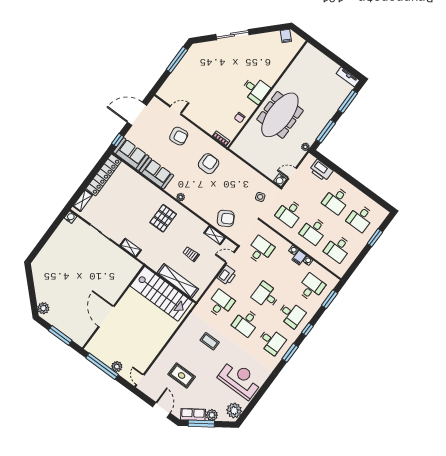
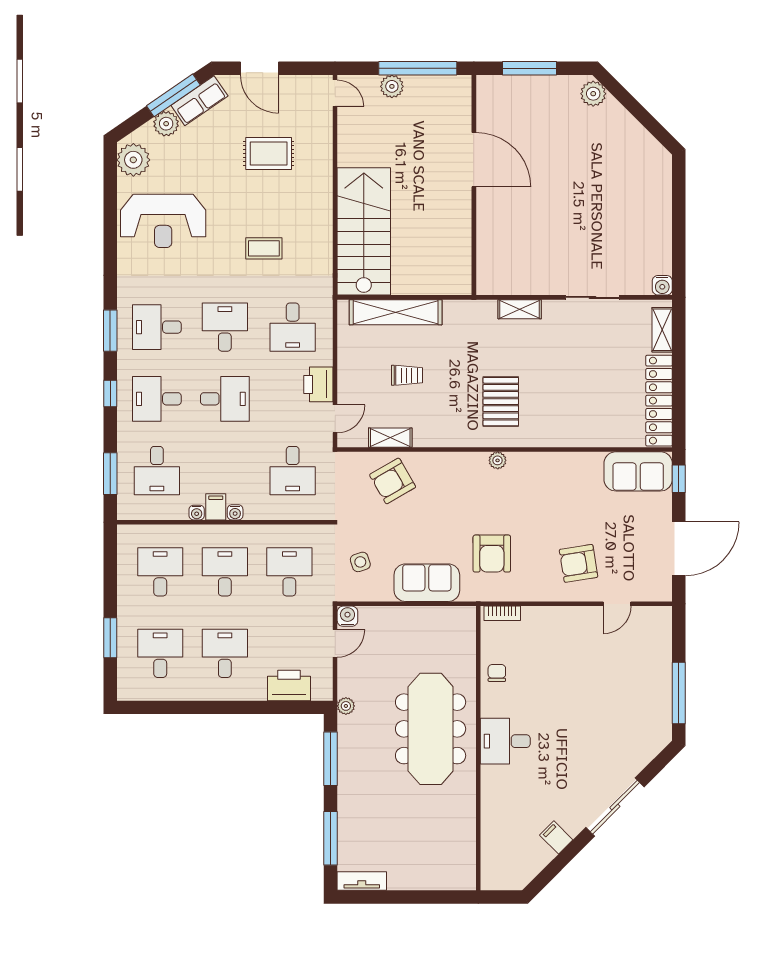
filing cabinet: (286, 36) -> (556, 837), moved
sofa: (156, 173) -> (427, 583), moved, turned 180
stairs: (161, 294) -> (364, 231), moved, turned 90

